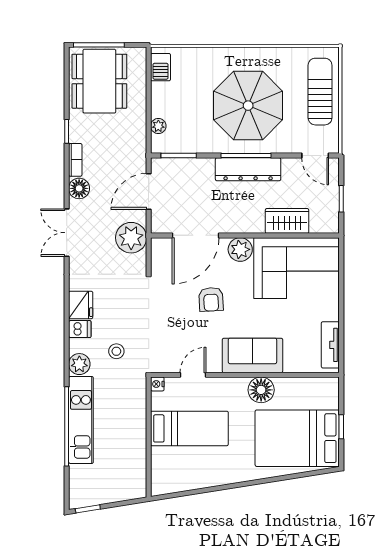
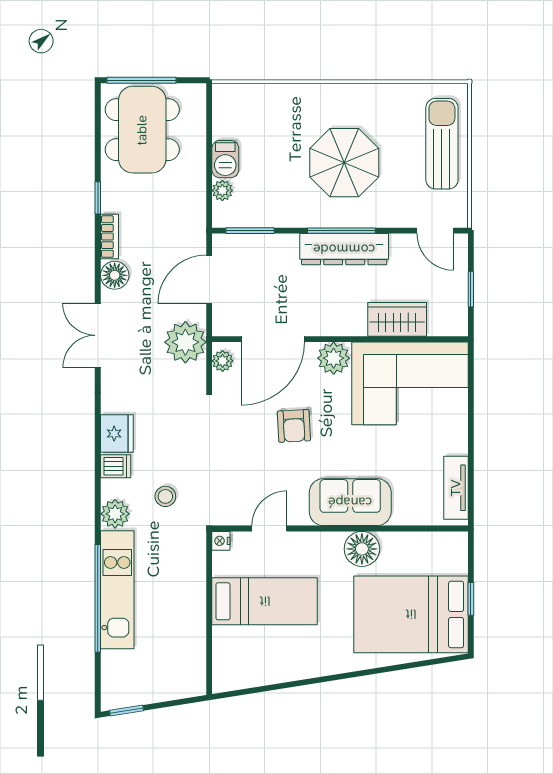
barbecue: (160, 67) -> (225, 159), moved
parasol: (248, 106) -> (344, 163), width x0.73, depth x0.73
plant: (158, 252) -> (223, 361), added

